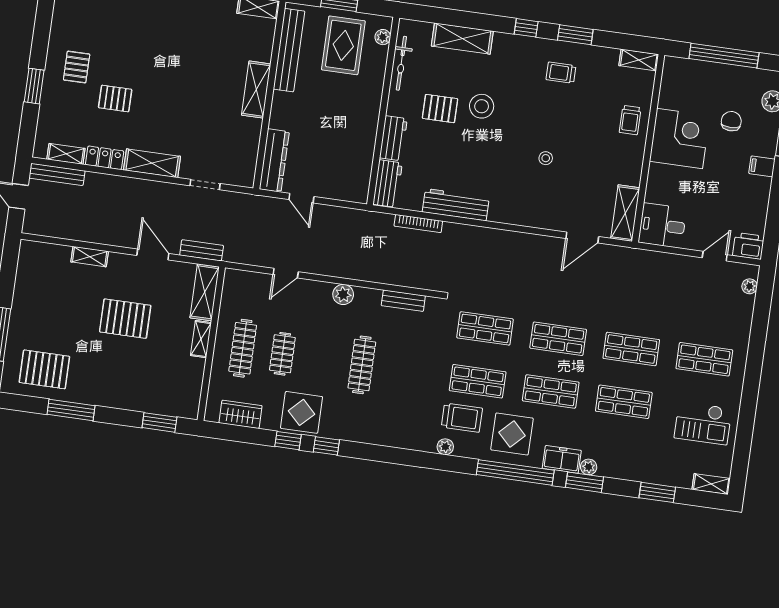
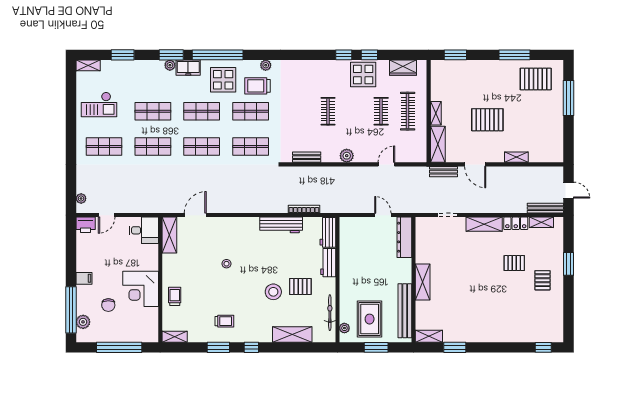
clothes rail: (362, 365) -> (328, 111), width x0.73
checkout: (703, 423) -> (99, 104), turned 180

